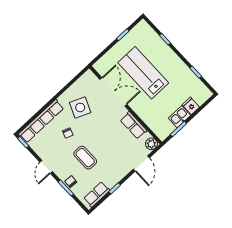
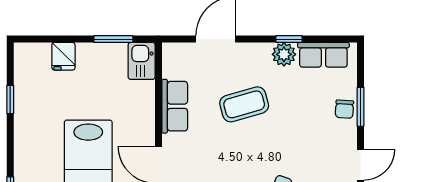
kitchen sink: (179, 117) -> (142, 61), moved, turned 90
plant: (151, 144) -> (284, 54), moved
coffee table: (85, 158) -> (244, 104), moved, turned 74

